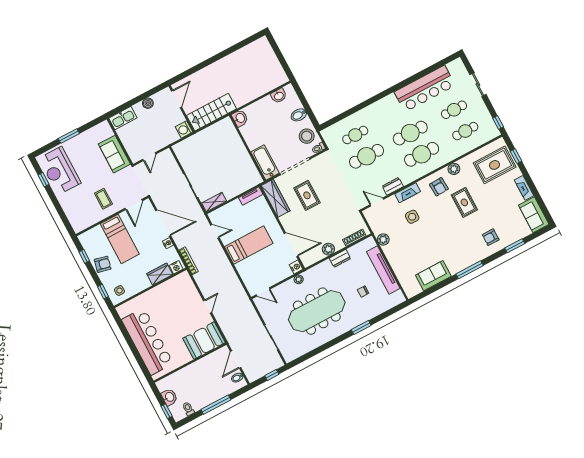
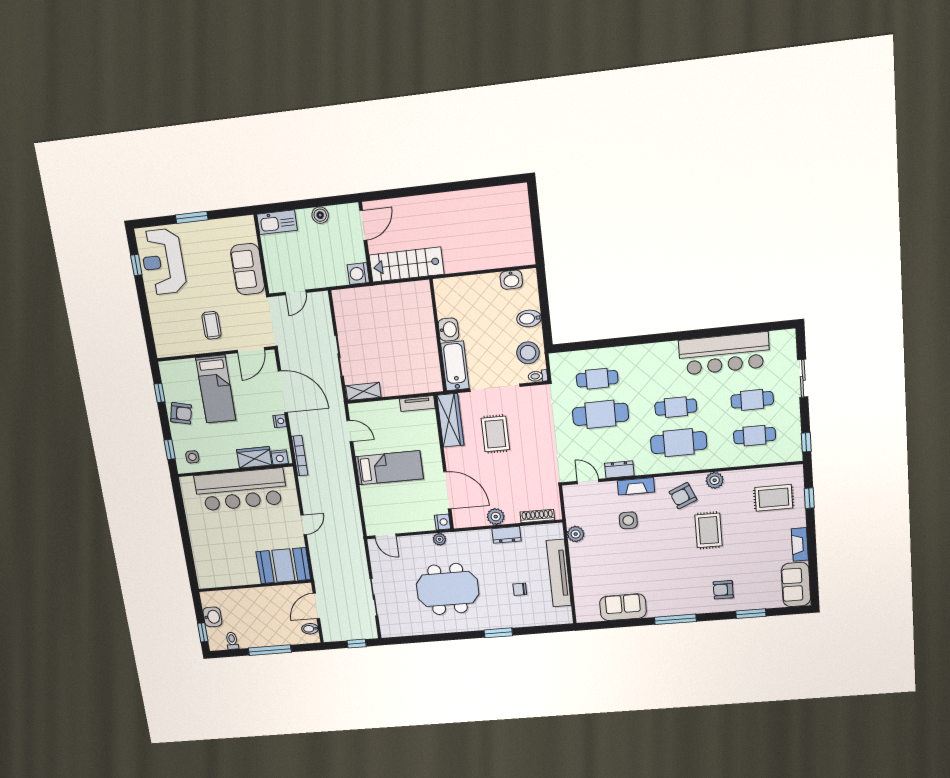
washbasin: (240, 118) -> (448, 329), moved
cafe table: (410, 133) -> (676, 407), width x0.73, depth x0.74
rug: (495, 165) -> (774, 498), width x0.73, depth x0.70
armchair: (439, 187) -> (683, 496), turned 70
meeting table: (317, 311) -> (448, 589), width x0.73
bar counter: (147, 342) -> (241, 489), moved, turned 90

